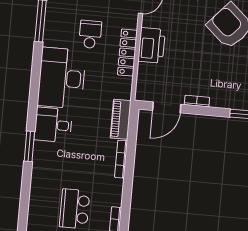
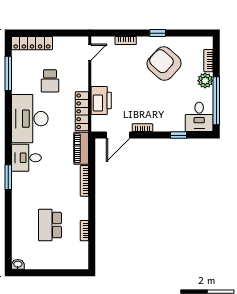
school desk: (90, 34) -> (50, 81), turned 180
printer: (152, 45) -> (101, 100), moved
locker: (127, 53) -> (82, 111), moved

